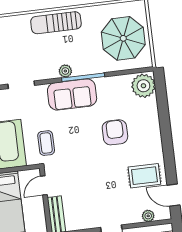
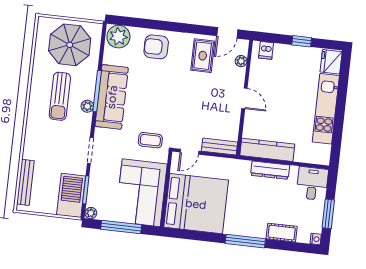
sun lounger: (56, 23) -> (60, 96), moved
sofa: (72, 94) -> (112, 97), width x1.36
armchair: (115, 132) -> (156, 47), moved
door: (44, 185) -> (189, 152), hinge flipped

